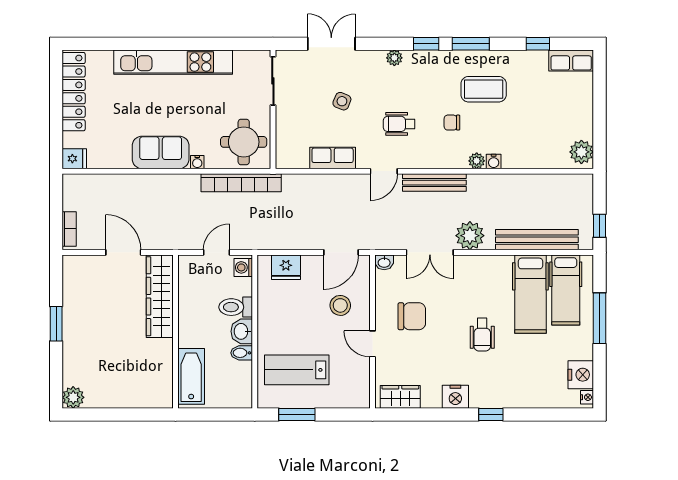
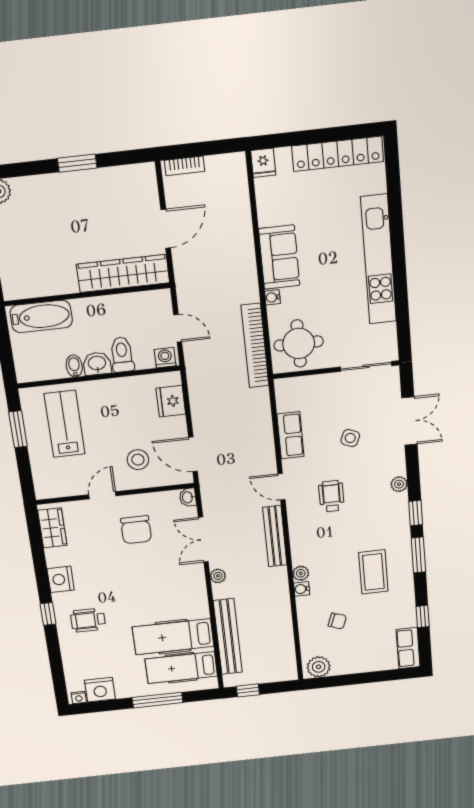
chair: (452, 123) -> (337, 621), moved, turned 110
plant: (470, 236) -> (218, 576), width x0.53, depth x0.53
wheelchair: (482, 335) -> (88, 620), moved

